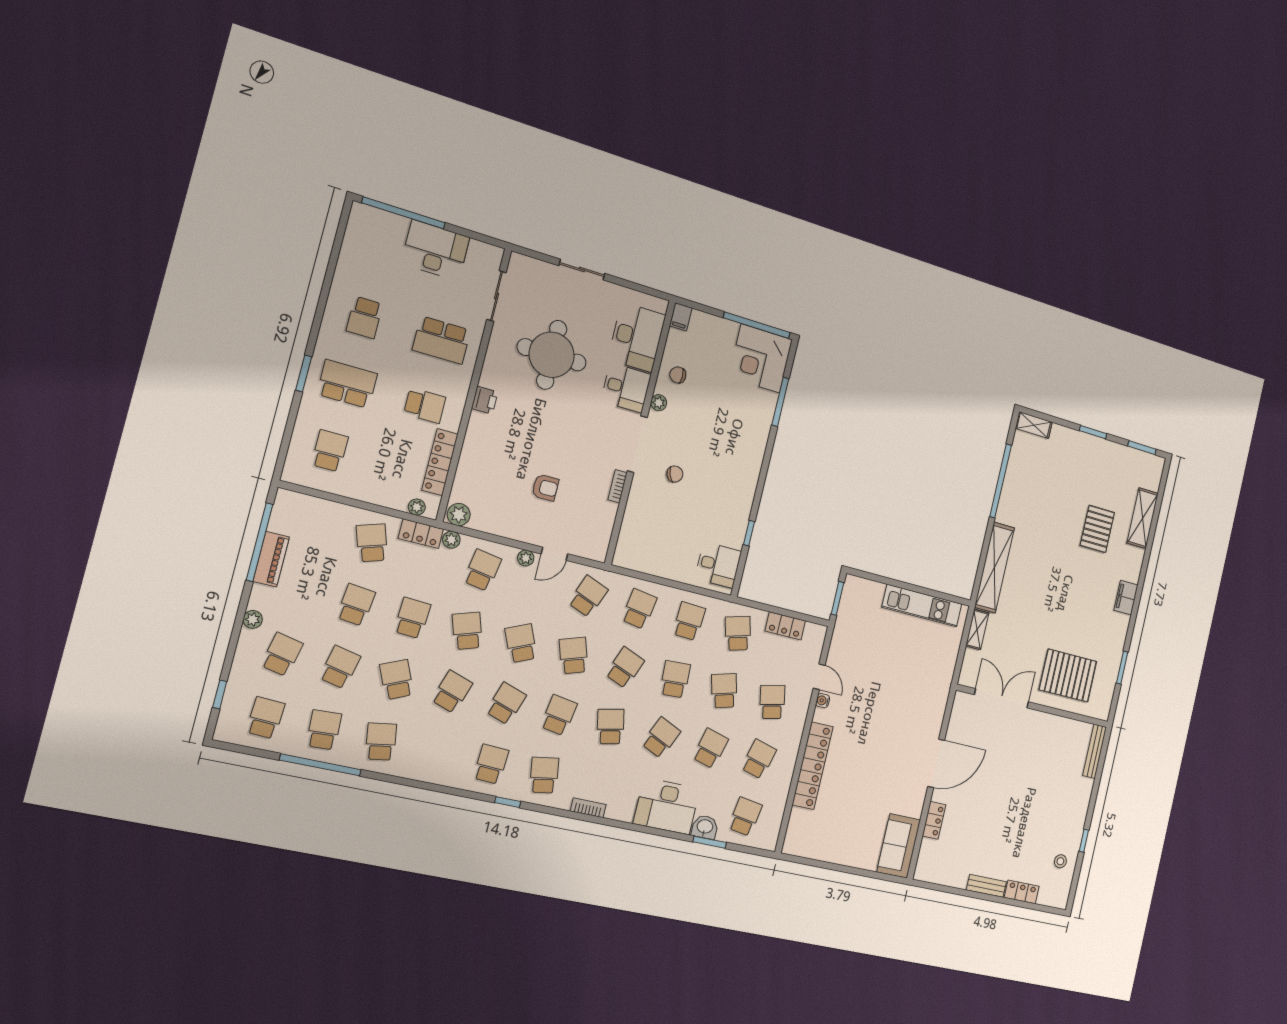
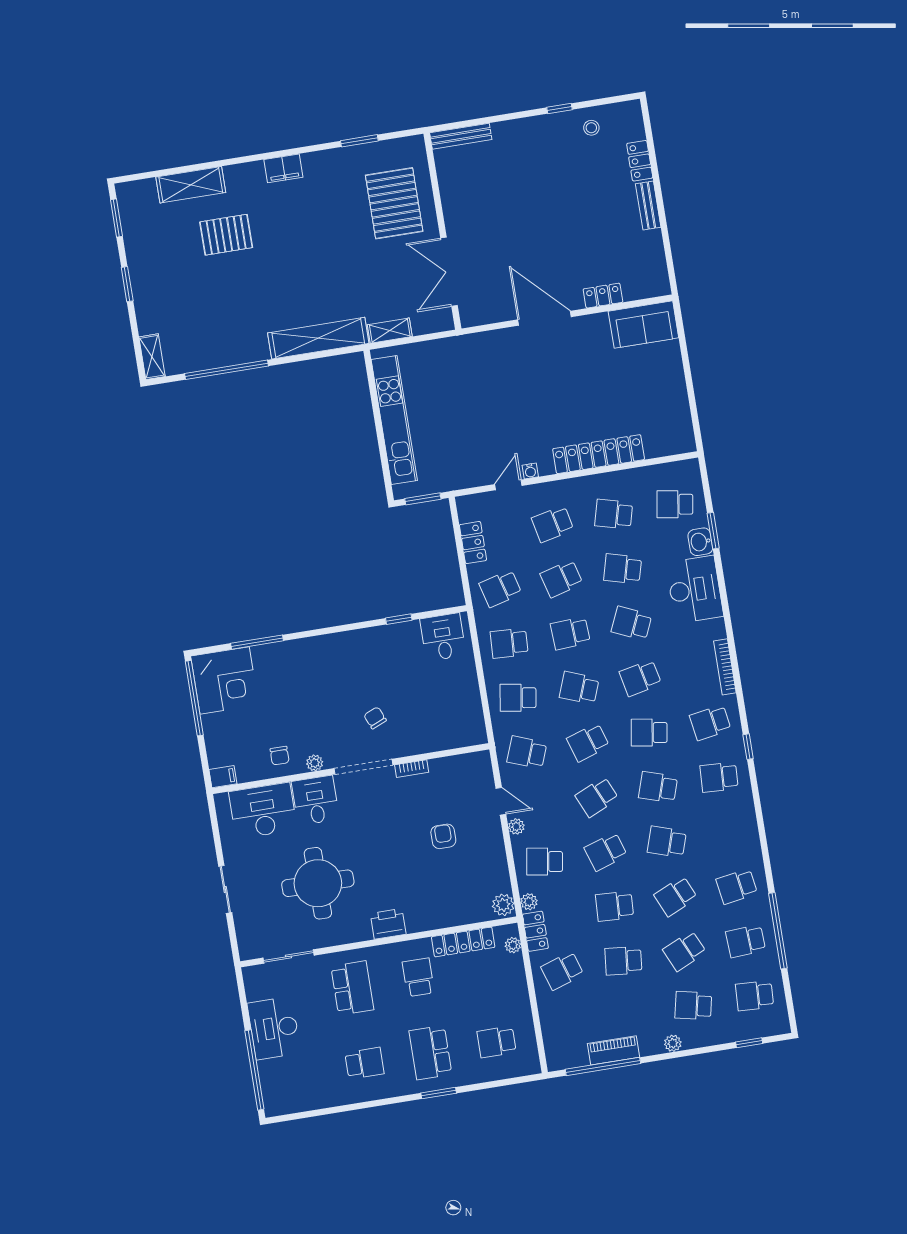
printer: (485, 400) -> (388, 924), width x1.36, depth x1.24
kitchen unit: (922, 606) -> (394, 420), width x1.36
school desk: (340, 667) -> (685, 951), turned -36
bookcase: (588, 808) -> (725, 667), width x1.56

